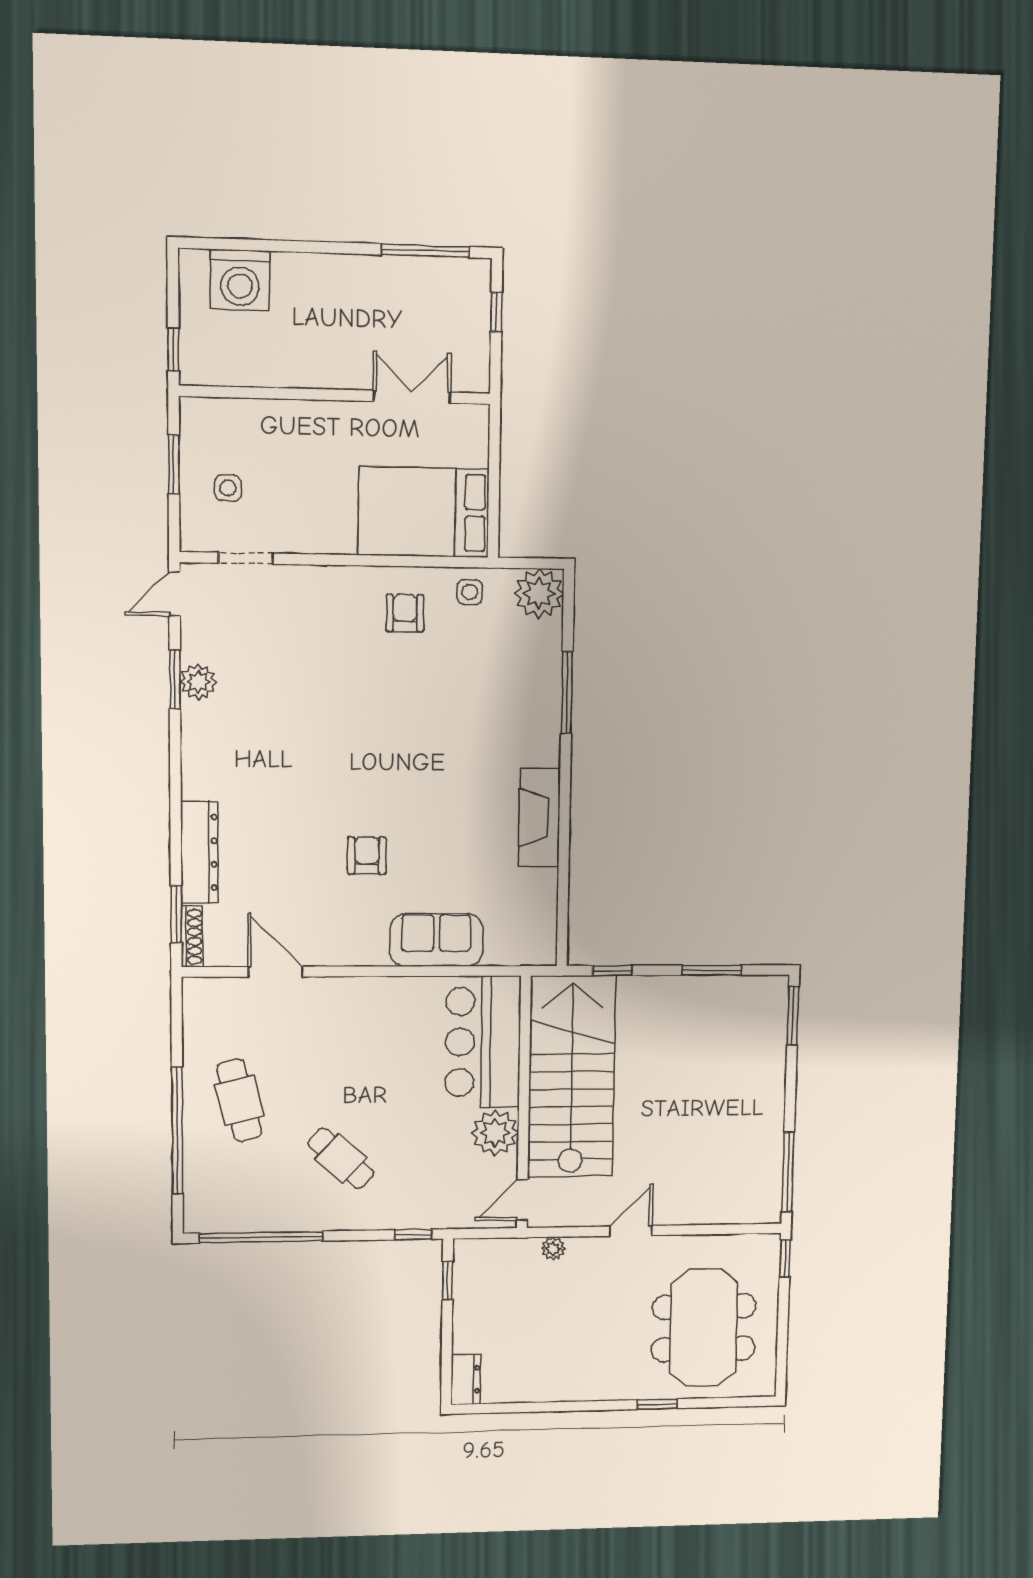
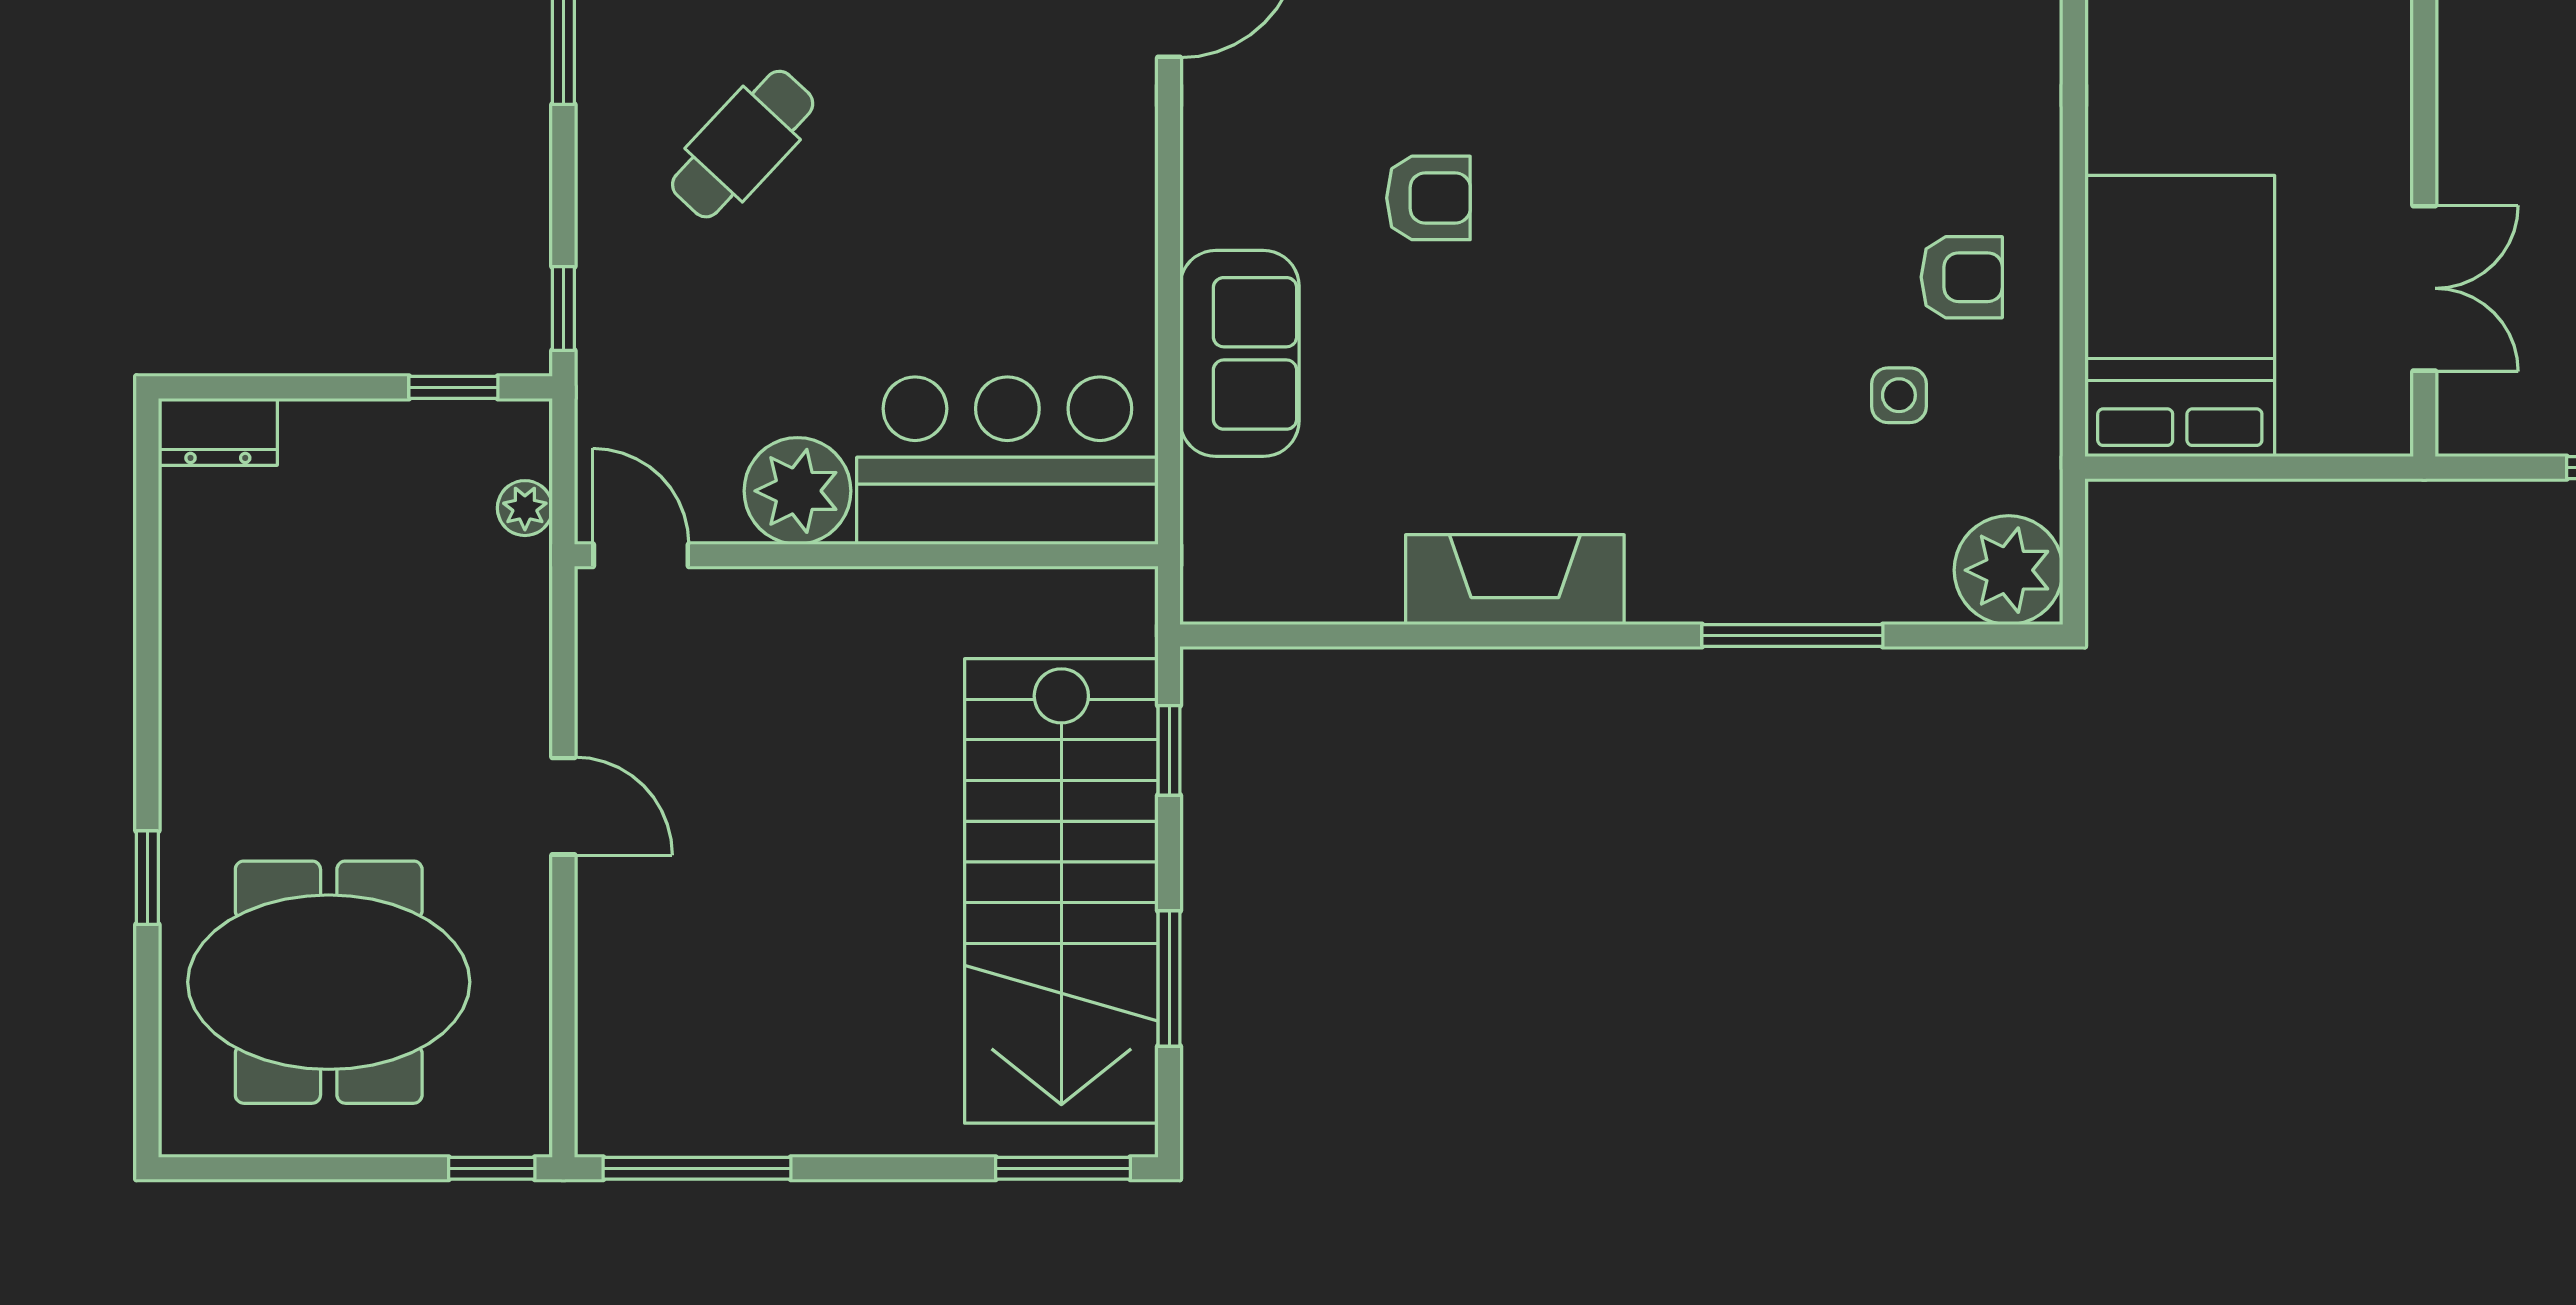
side table: (470, 592) -> (1899, 395), moved
stairs: (572, 1077) -> (1061, 891), moved, turned 90
plant: (553, 1248) -> (525, 508), moved

